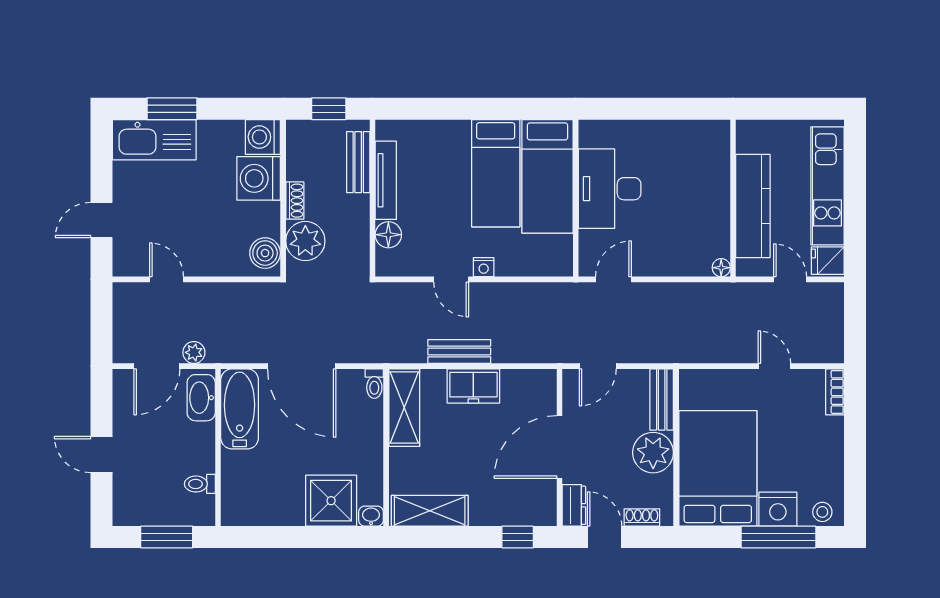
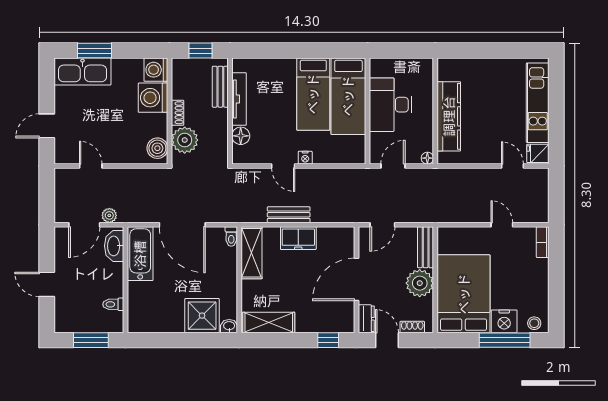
wall: (733, 198) -> (435, 111), moved
kitchen counter: (753, 206) -> (449, 116), moved
floor lamp: (721, 268) -> (427, 158), moved

